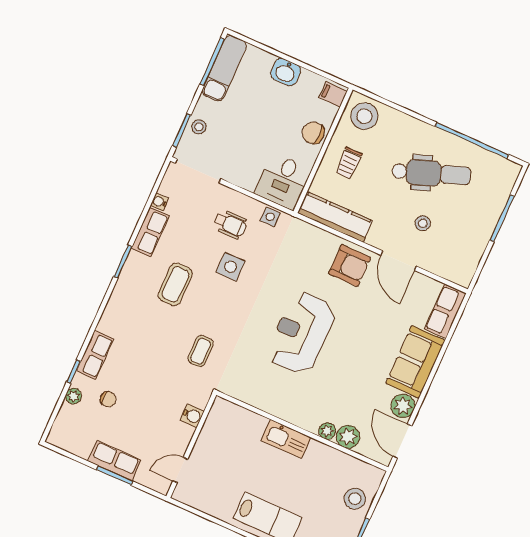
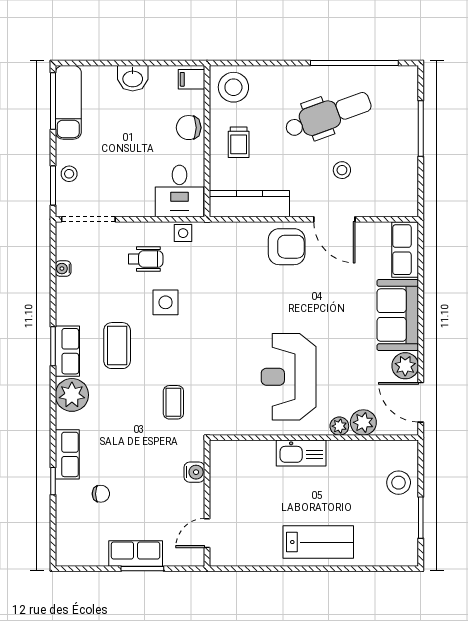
row of seats: (150, 232) -> (67, 351), moved
reception desk: (301, 333) -> (289, 377), moved
plant: (74, 396) -> (72, 395), moved, width x1.88, depth x1.88

